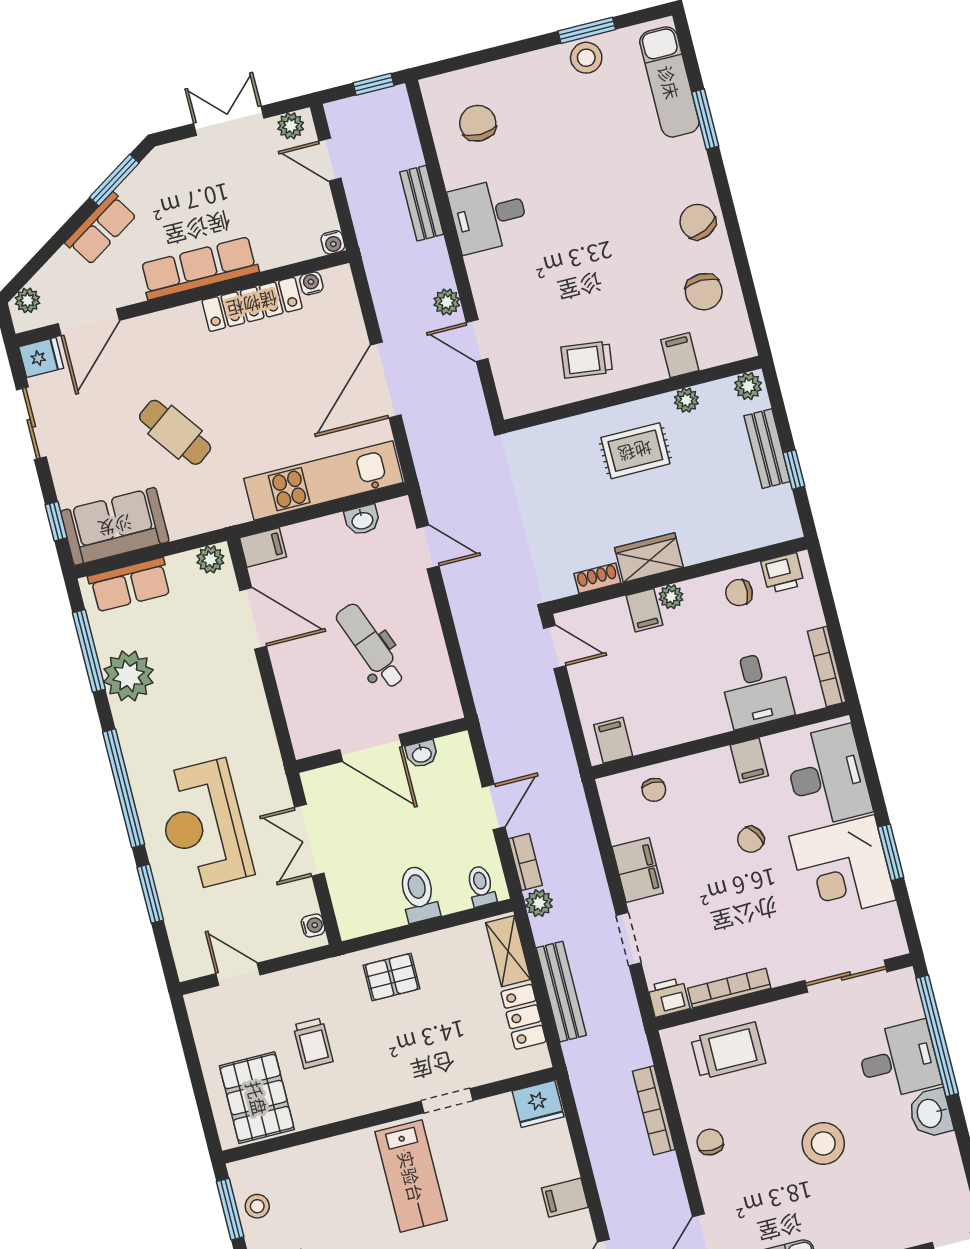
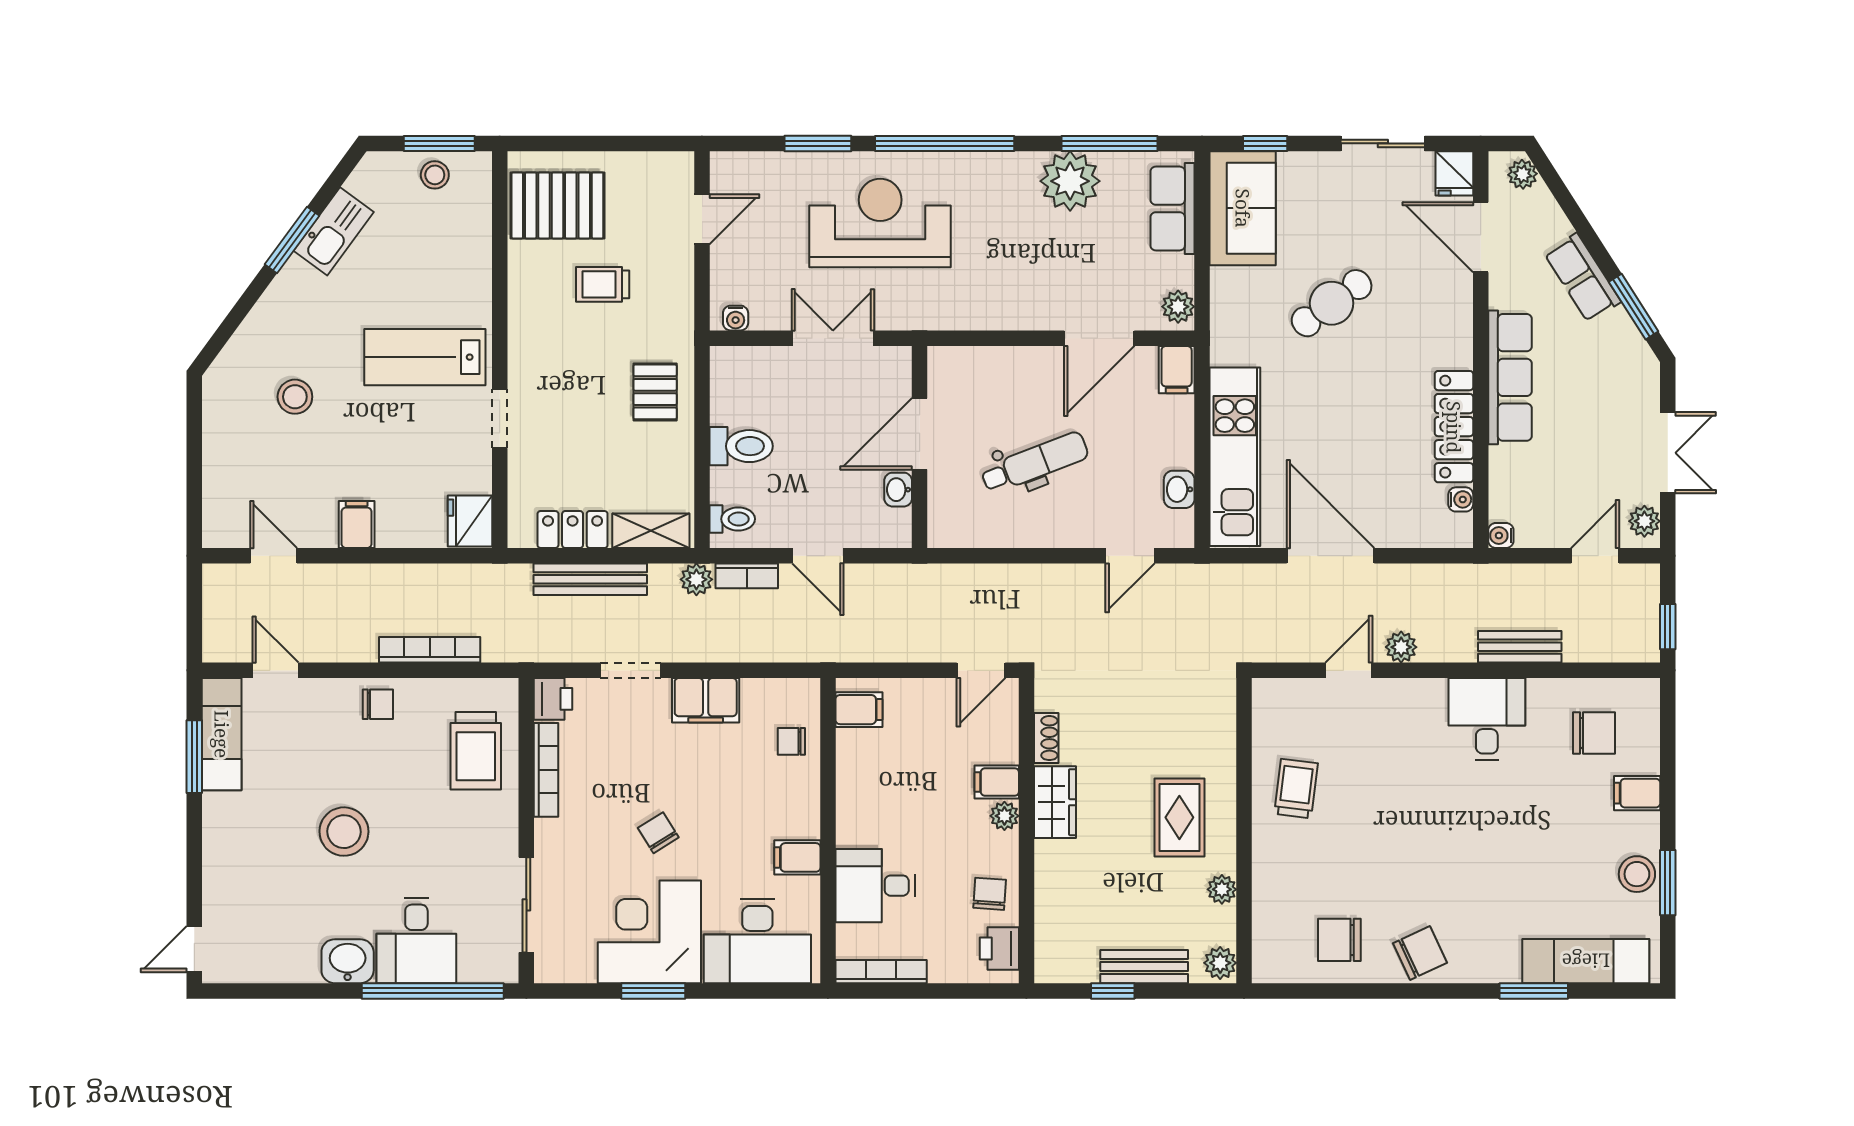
filing cabinet: (680, 355) -> (1637, 793), moved, turned 180
chair: (751, 839) -> (658, 833), moved

